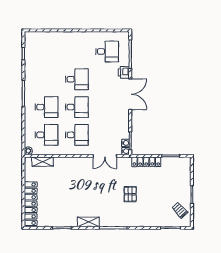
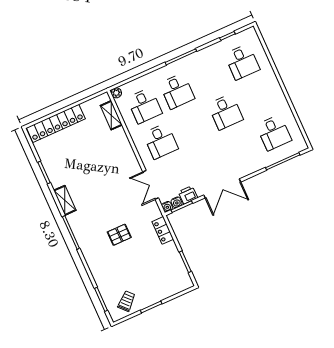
printer: (124, 72) -> (188, 195), moved
double door: (130, 94) -> (222, 188), moved
desk: (77, 107) -> (242, 62), moved
locker: (146, 162) -> (163, 230), width x0.66

